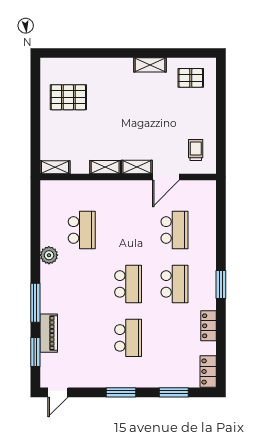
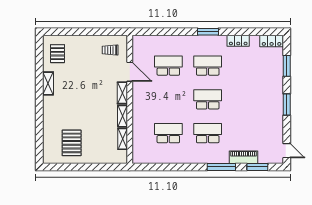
shelving: (55, 167) -> (123, 139), moved
plant: (49, 255) -> (187, 157), removed
school desk: (128, 338) -> (208, 133), moved

